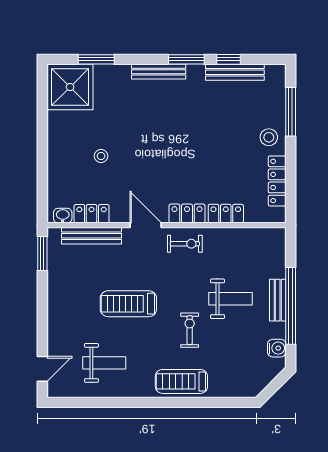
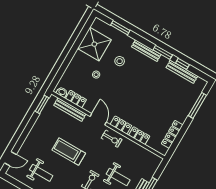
shower: (70, 87) -> (94, 44), moved
stool: (269, 137) -> (120, 61), moved

